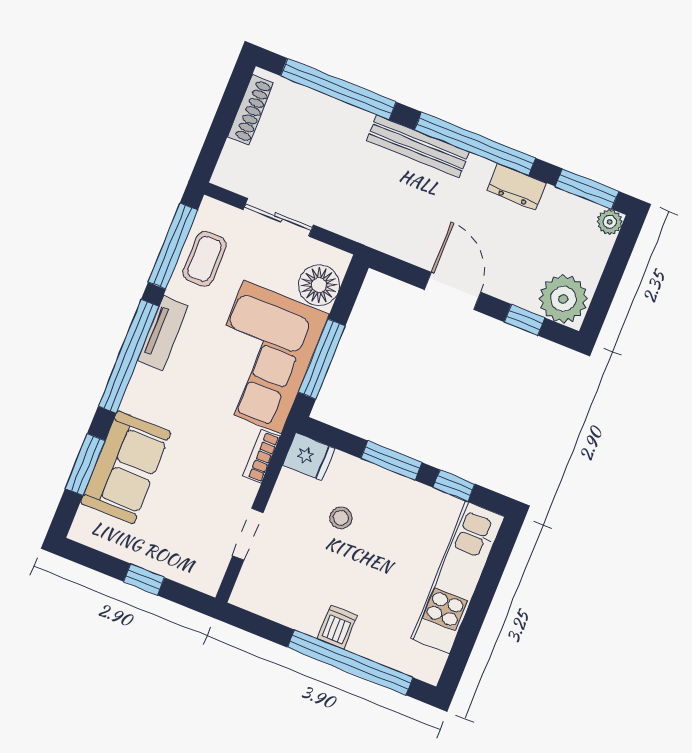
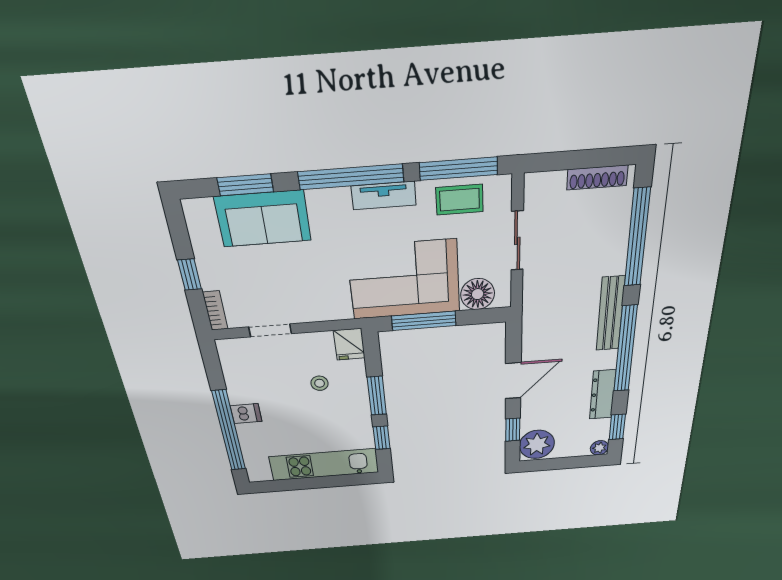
dresser: (517, 187) -> (603, 395), width x1.44
window: (587, 189) -> (617, 427), width x0.67
bookcase: (261, 456) -> (215, 311), moved, turned 90

